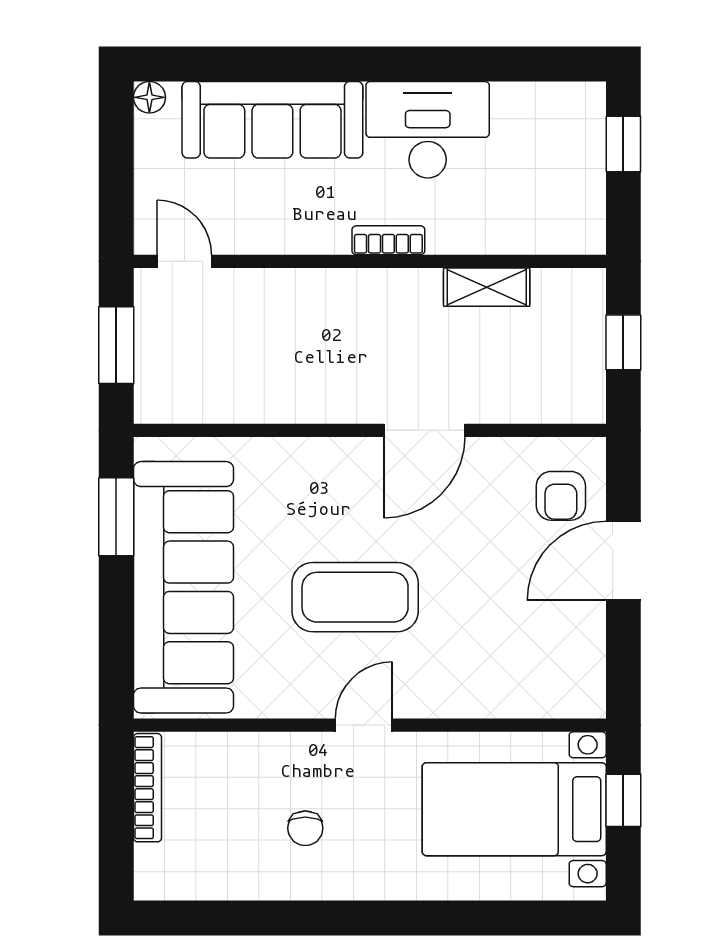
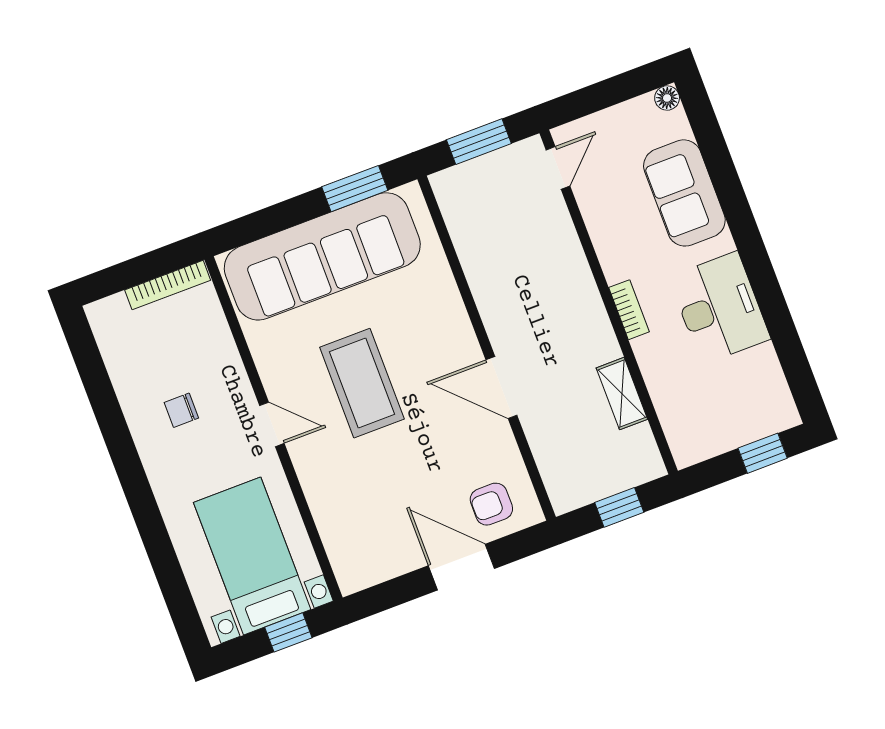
sofa: (272, 120) -> (684, 193), width x0.73

